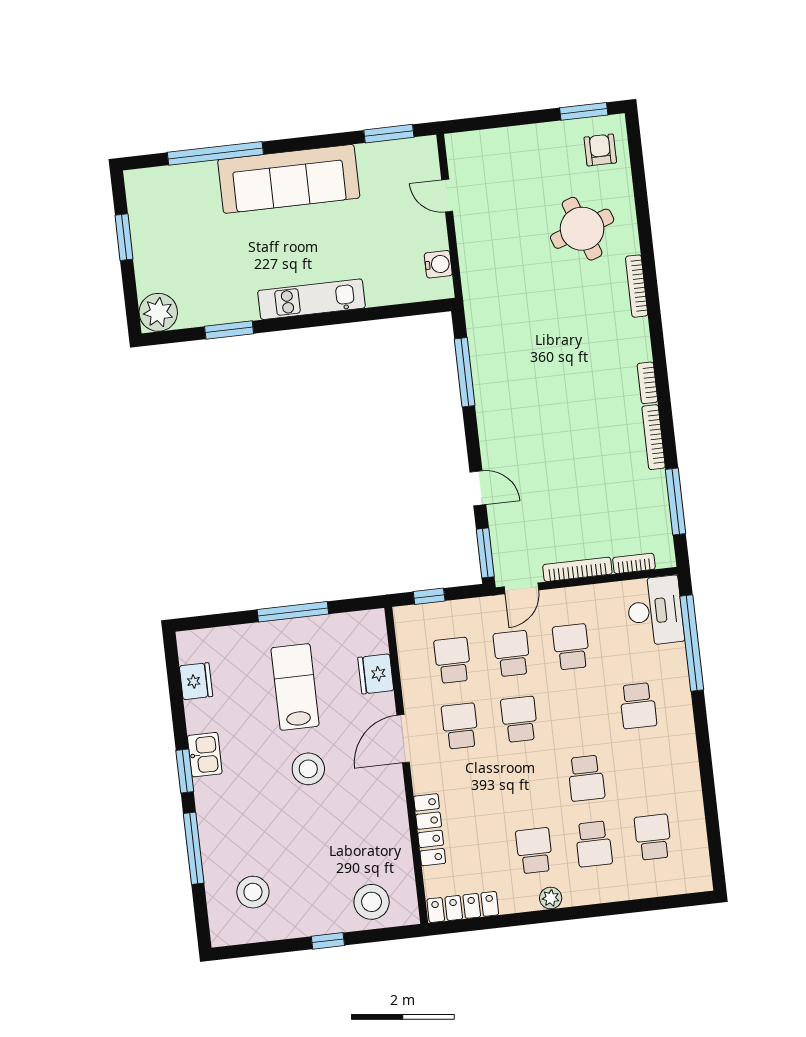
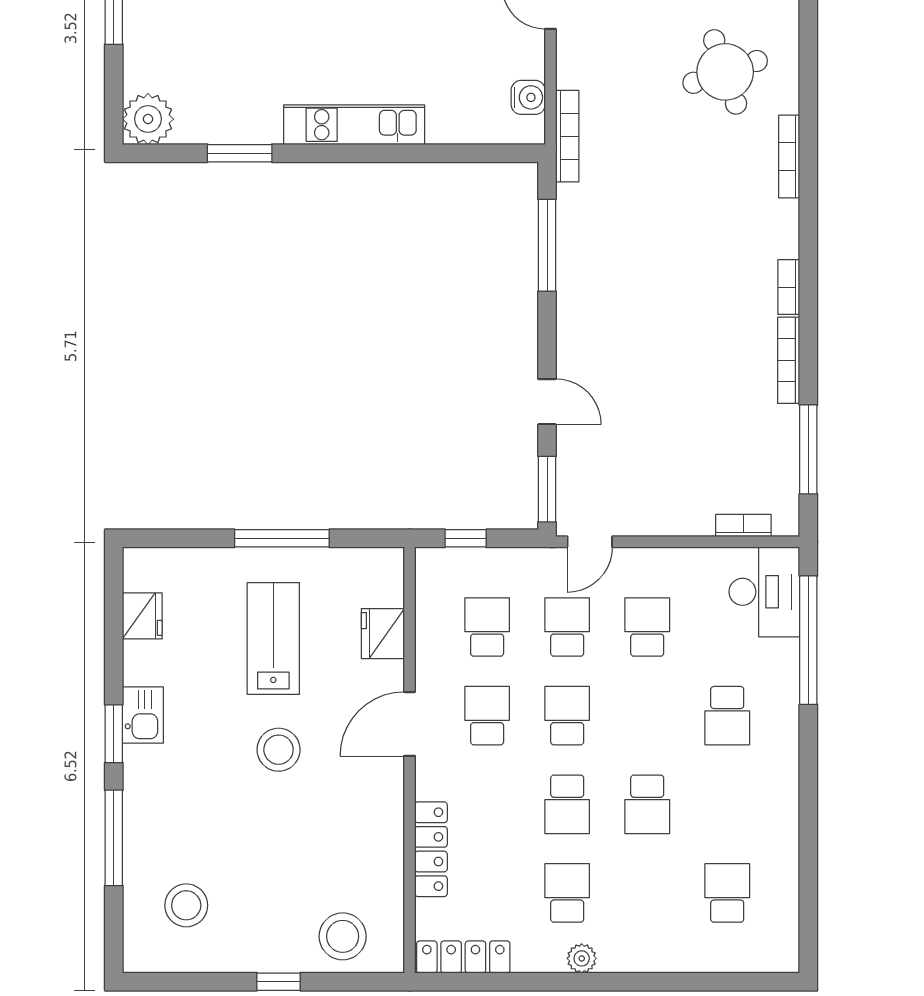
bookcase: (577, 569) -> (567, 136), moved, turned 90
school desk: (594, 844) -> (567, 804), moved

